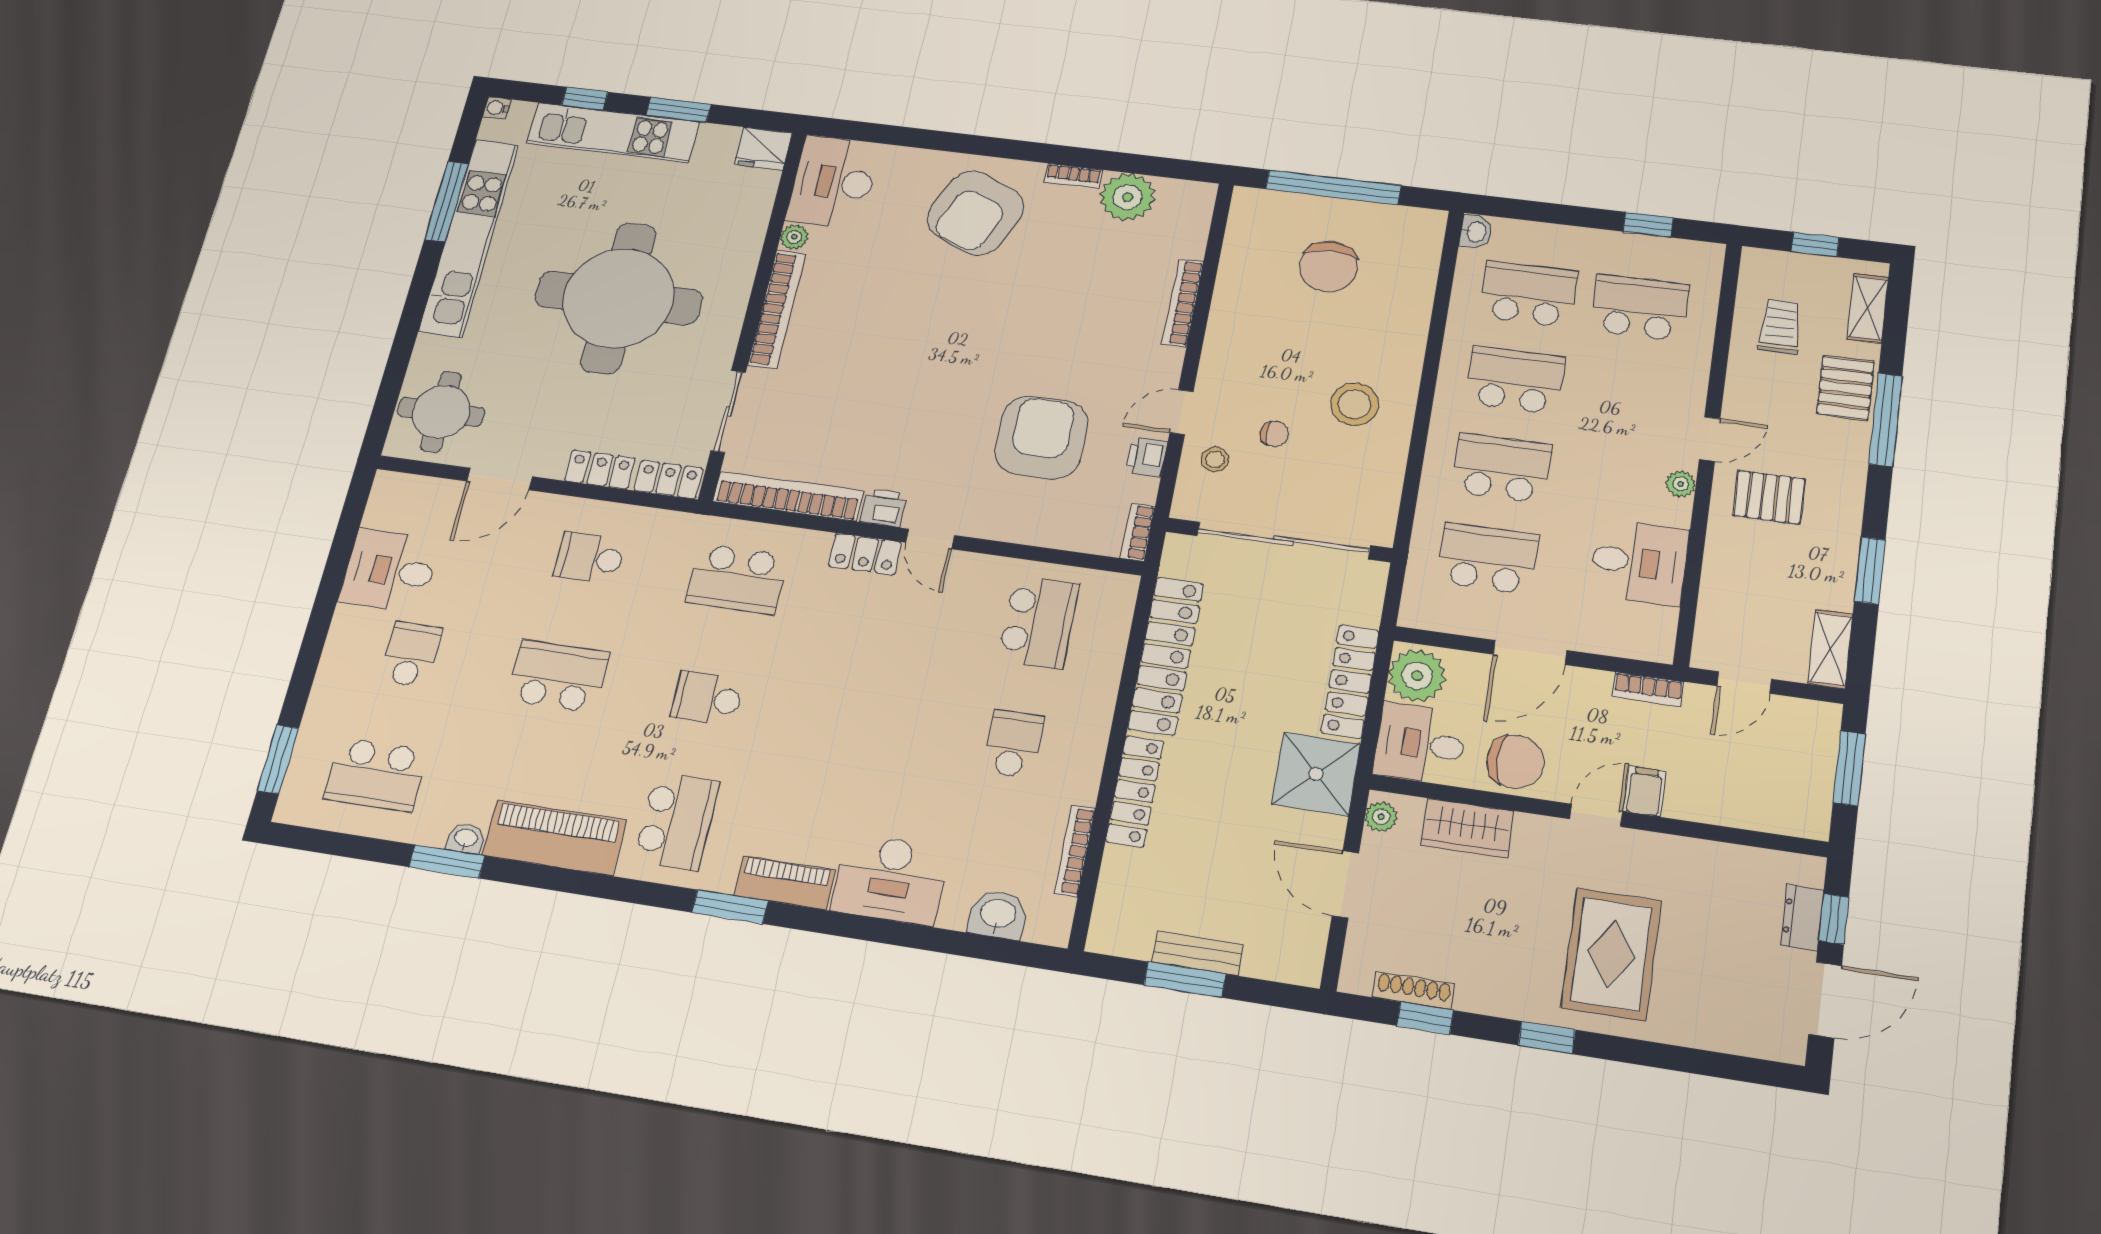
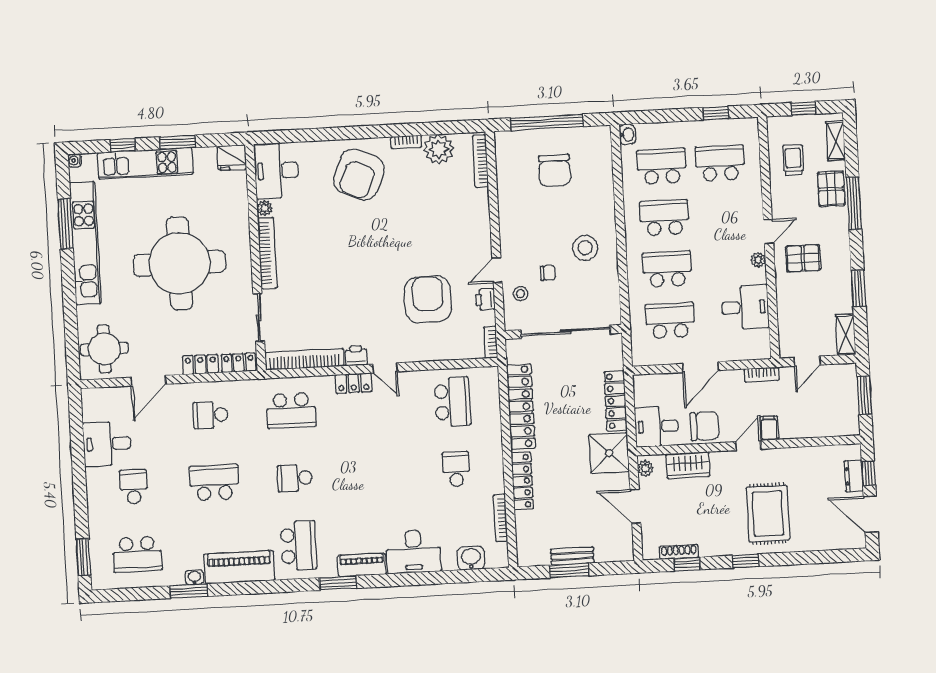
bookcase: (1183, 303) -> (480, 161), moved
plant: (1417, 676) -> (648, 391), removed
door: (1825, 1000) -> (871, 514), swing flipped

